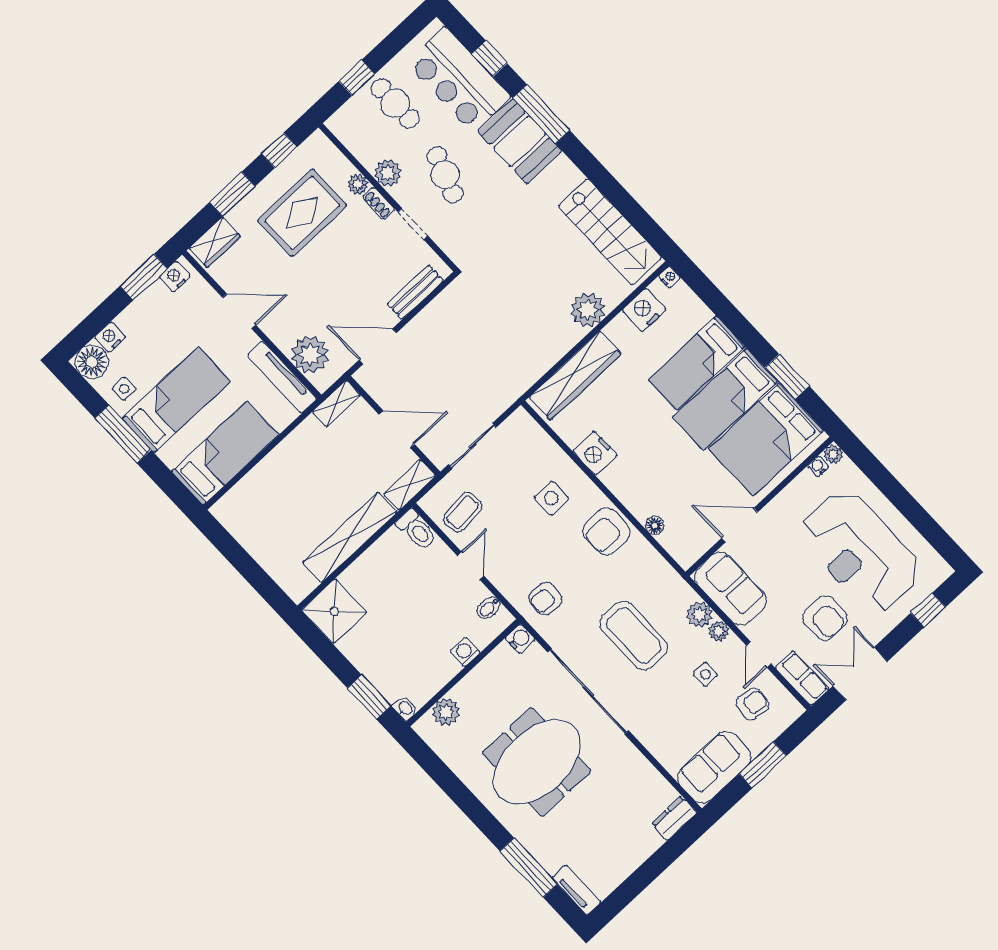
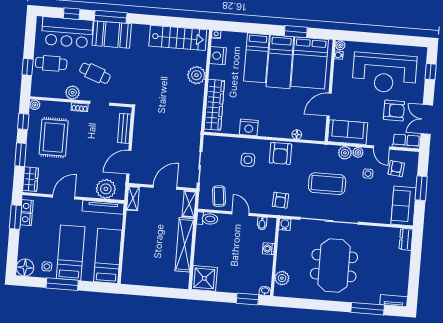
plant: (358, 184) -> (35, 105), moved
nightstand: (110, 337) -> (26, 219), moved

